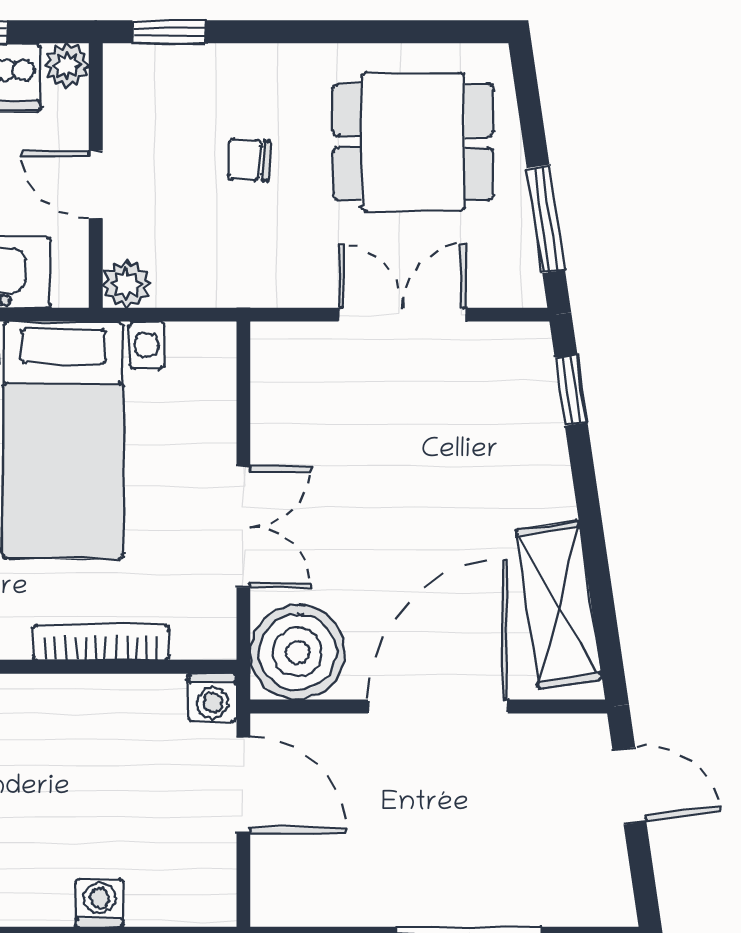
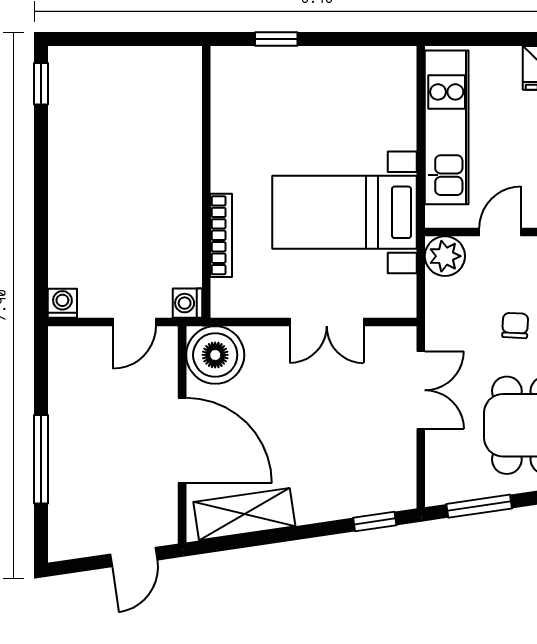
plant: (126, 284) -> (445, 256), width x1.38, depth x1.38
double door: (402, 315) -> (421, 390), moved
double door: (243, 527) -> (327, 322), moved
door: (243, 785) -> (135, 322), width x0.73
washing machine: (100, 903) -> (62, 303), moved, turned -90

